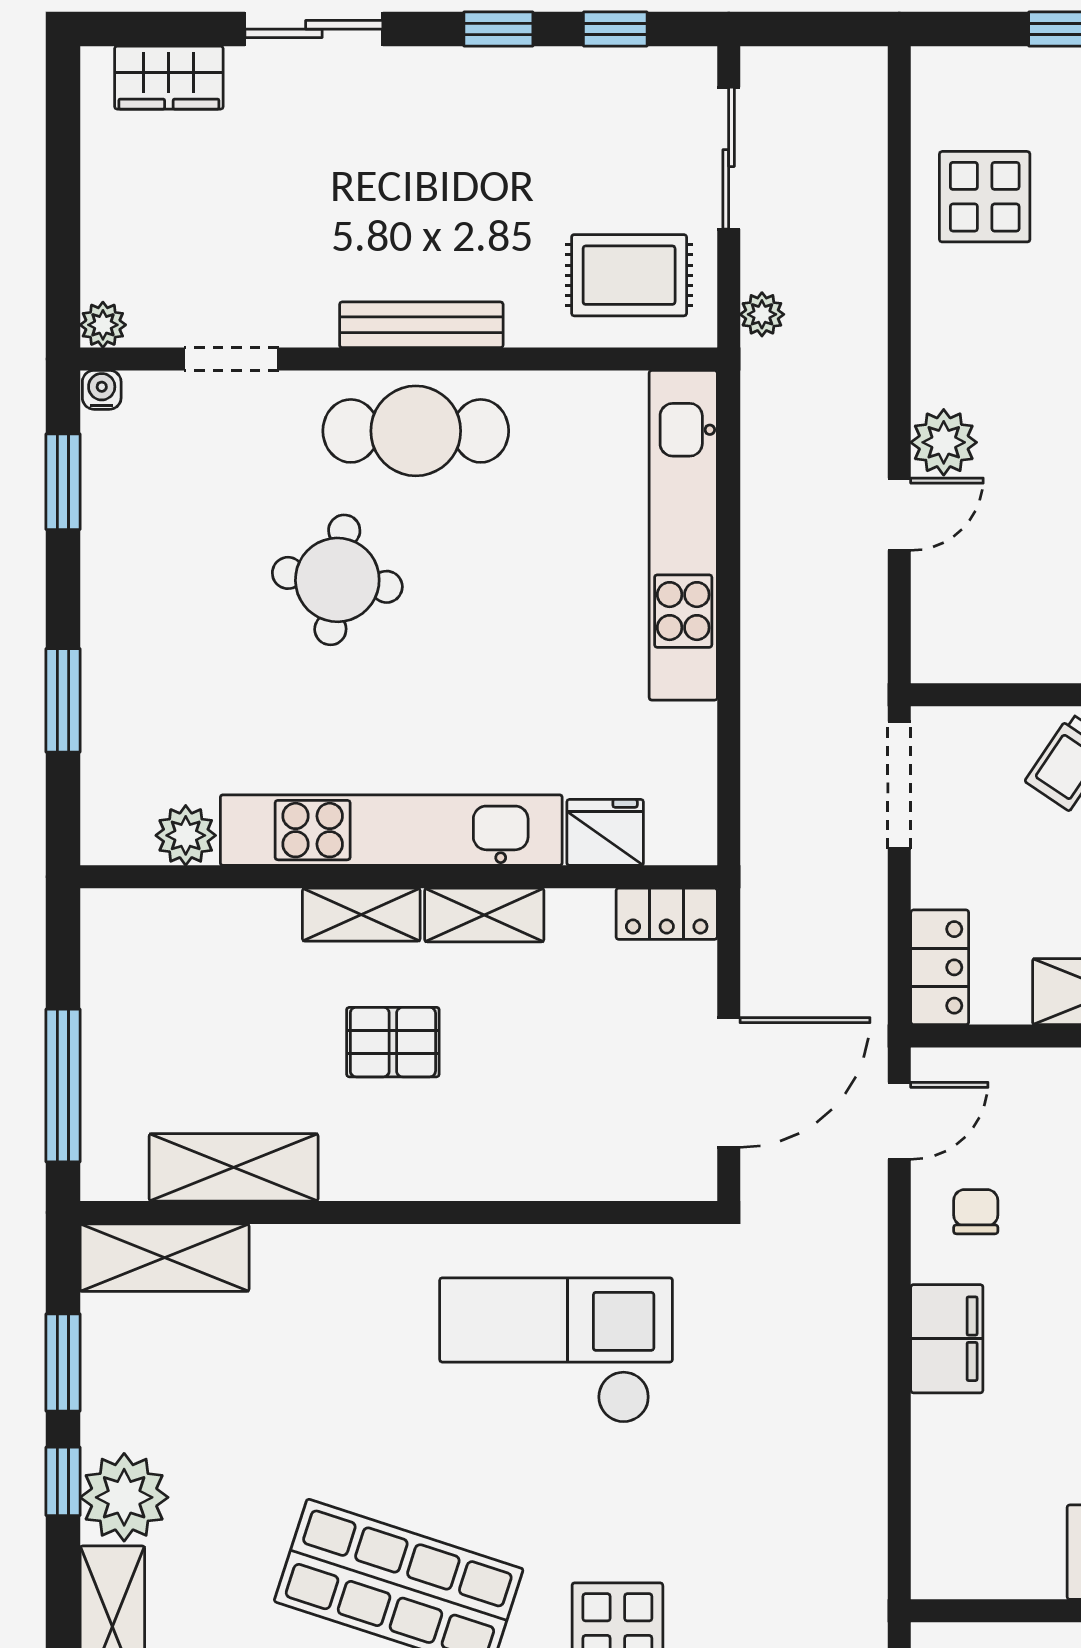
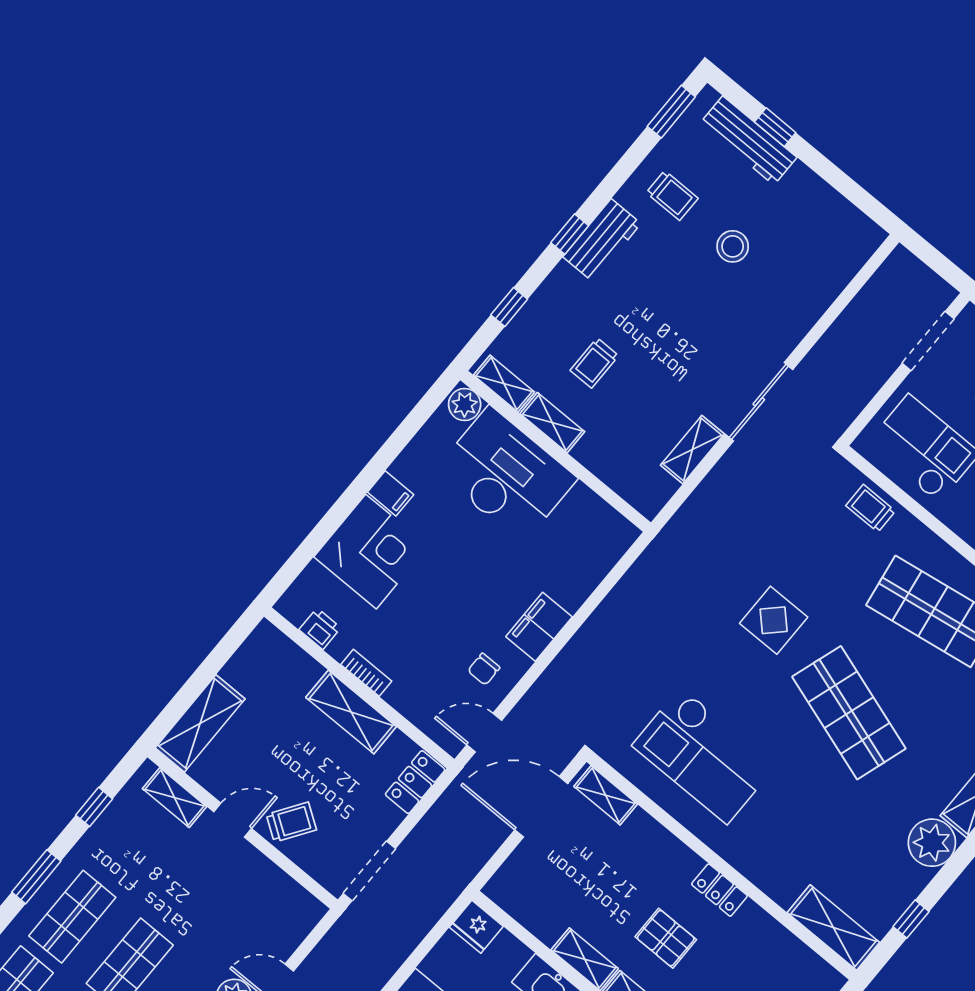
fridge: (605, 832) -> (476, 927), moved
locker: (667, 914) -> (719, 890), moved, turned 180
shelving: (234, 1167) -> (606, 795), moved, width x0.67, depth x0.75
window: (63, 1363) -> (911, 919), width x0.67
window: (63, 1481) -> (952, 870), removed

